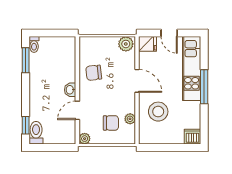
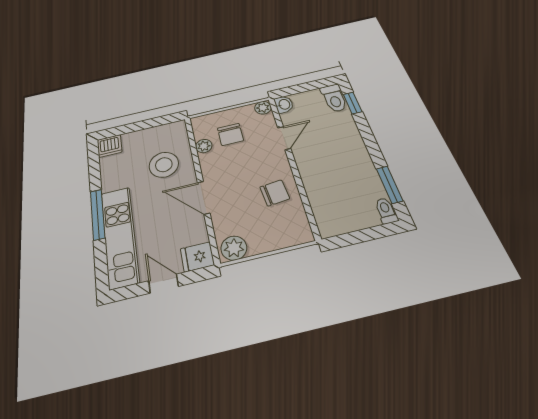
washbasin: (70, 90) -> (284, 104), moved
chair: (111, 123) -> (230, 134), turned -90

